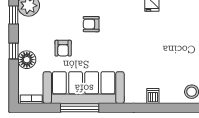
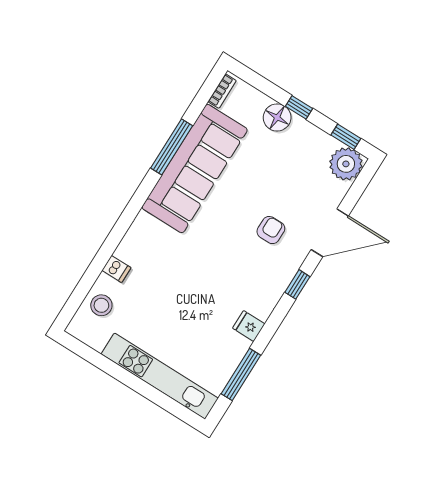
armchair: (63, 48) -> (262, 174), removed
dishwasher: (153, 96) -> (116, 269), moved

